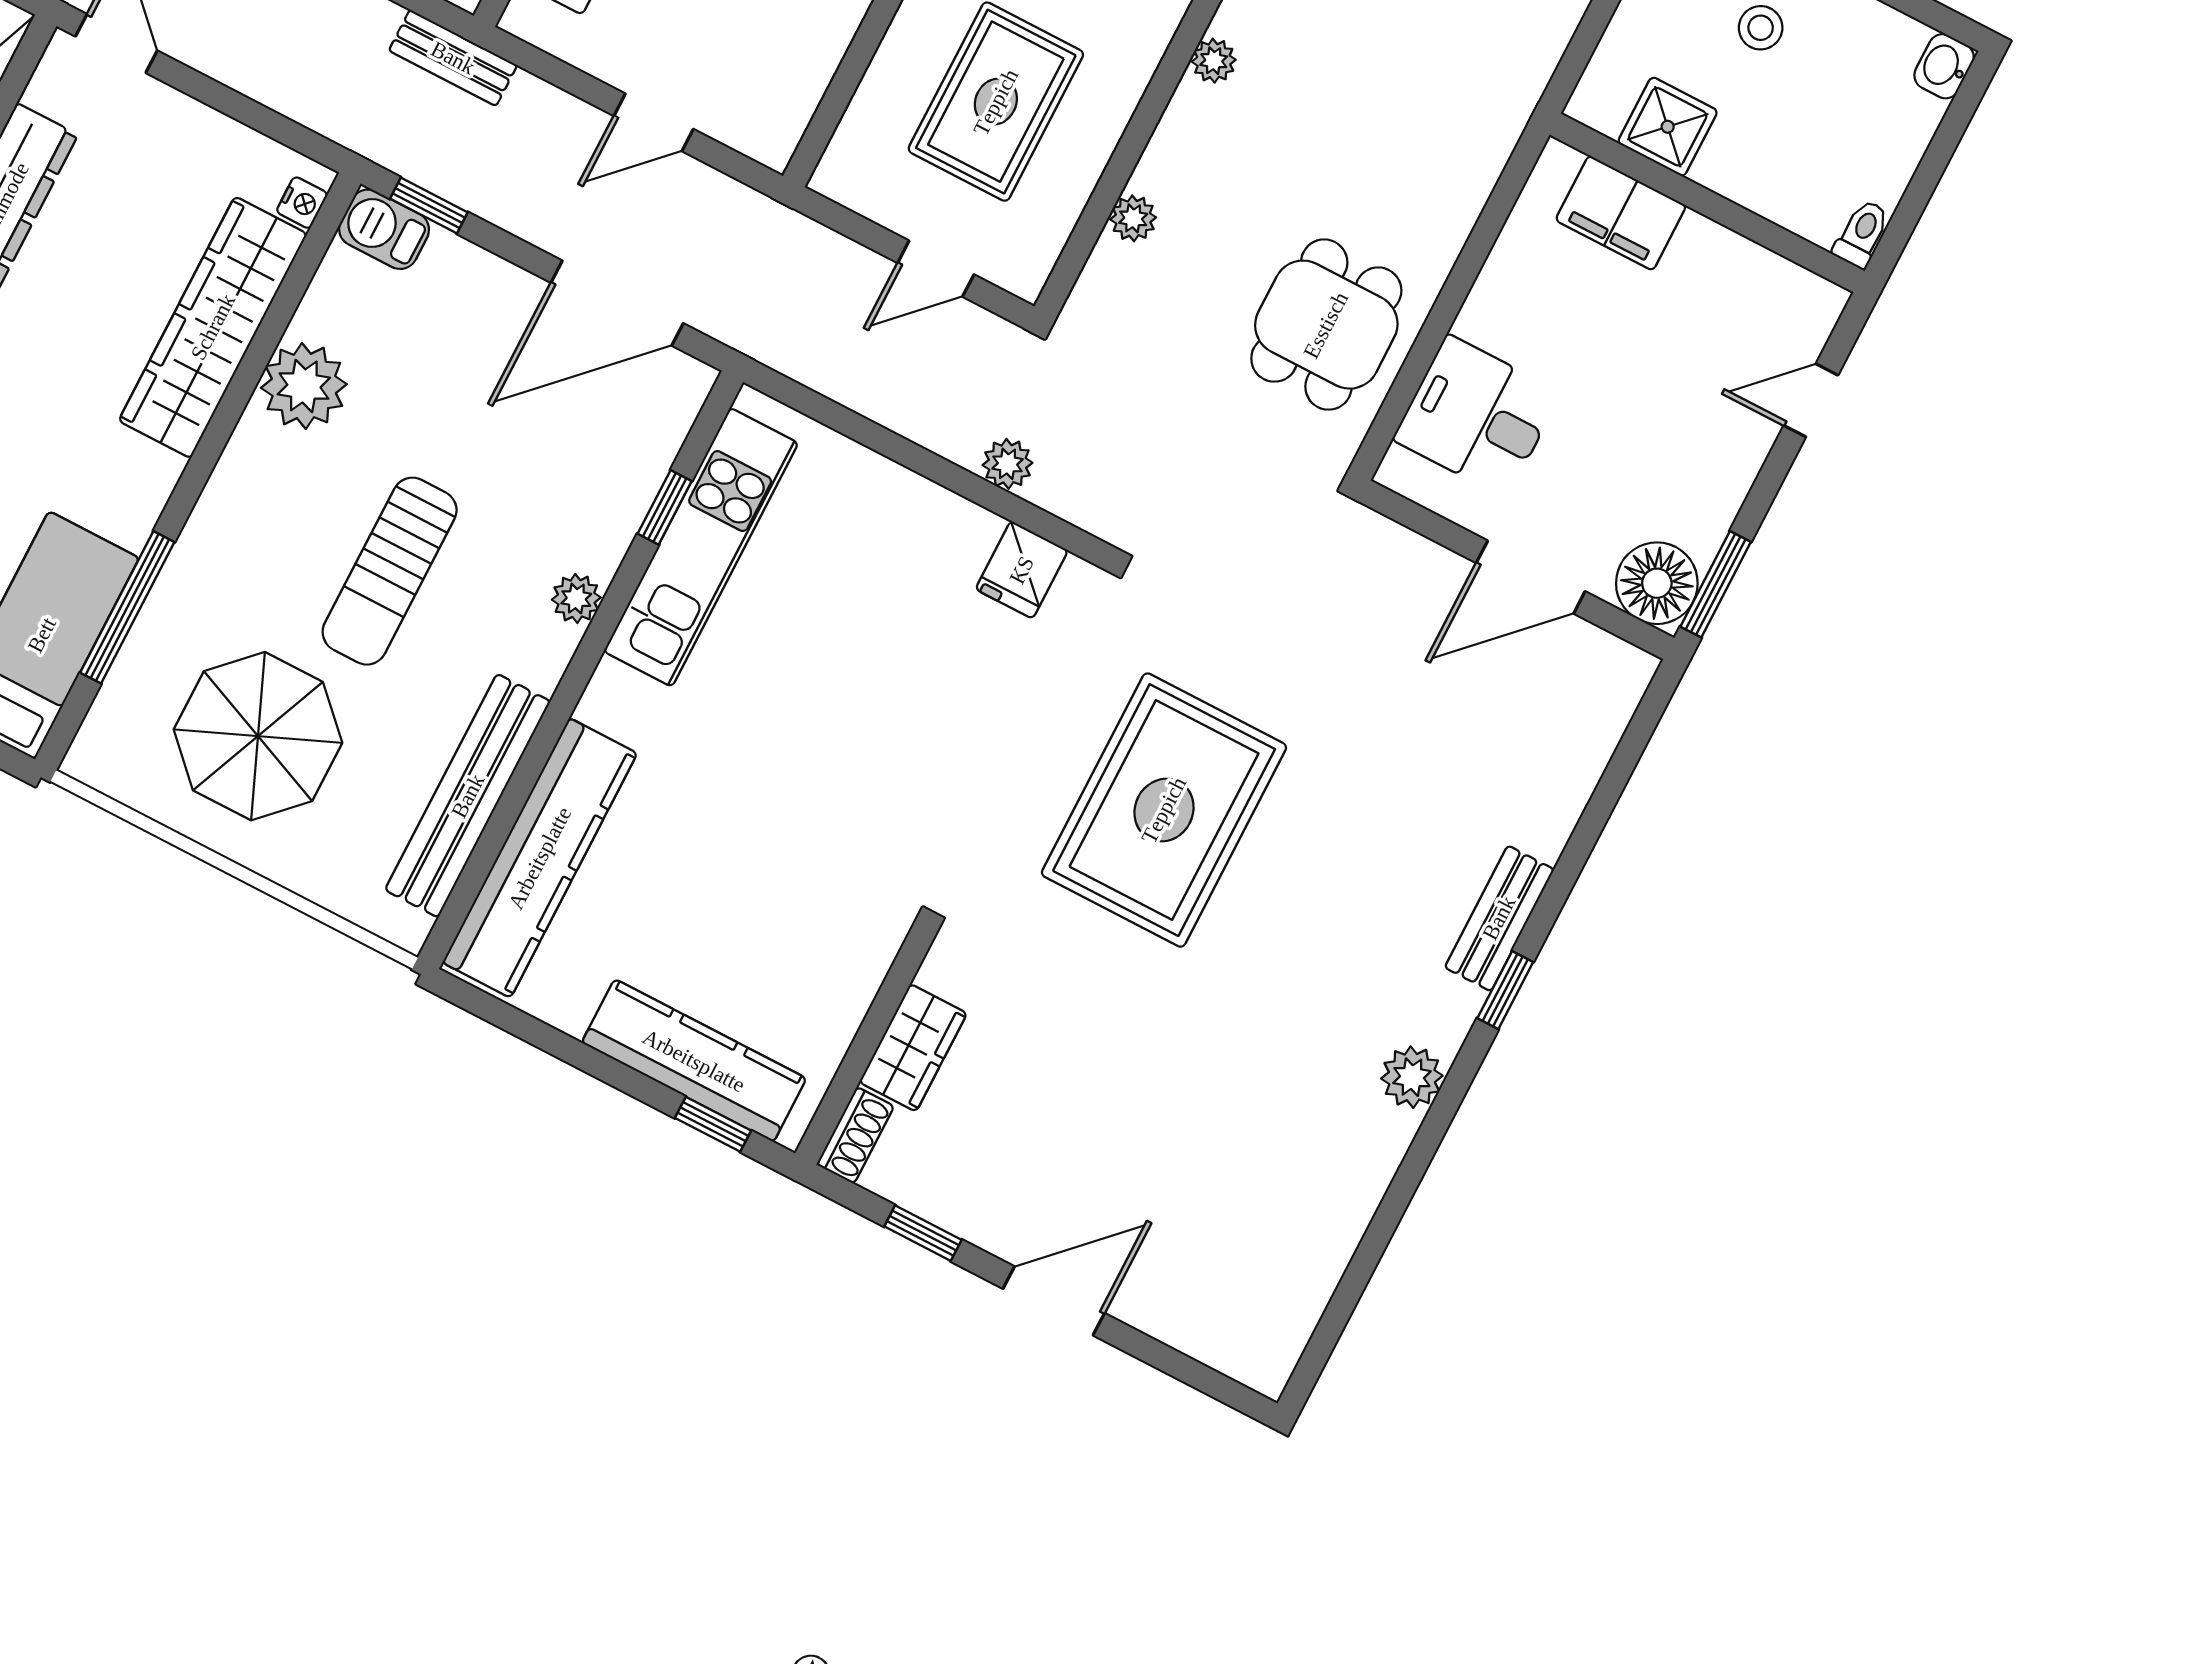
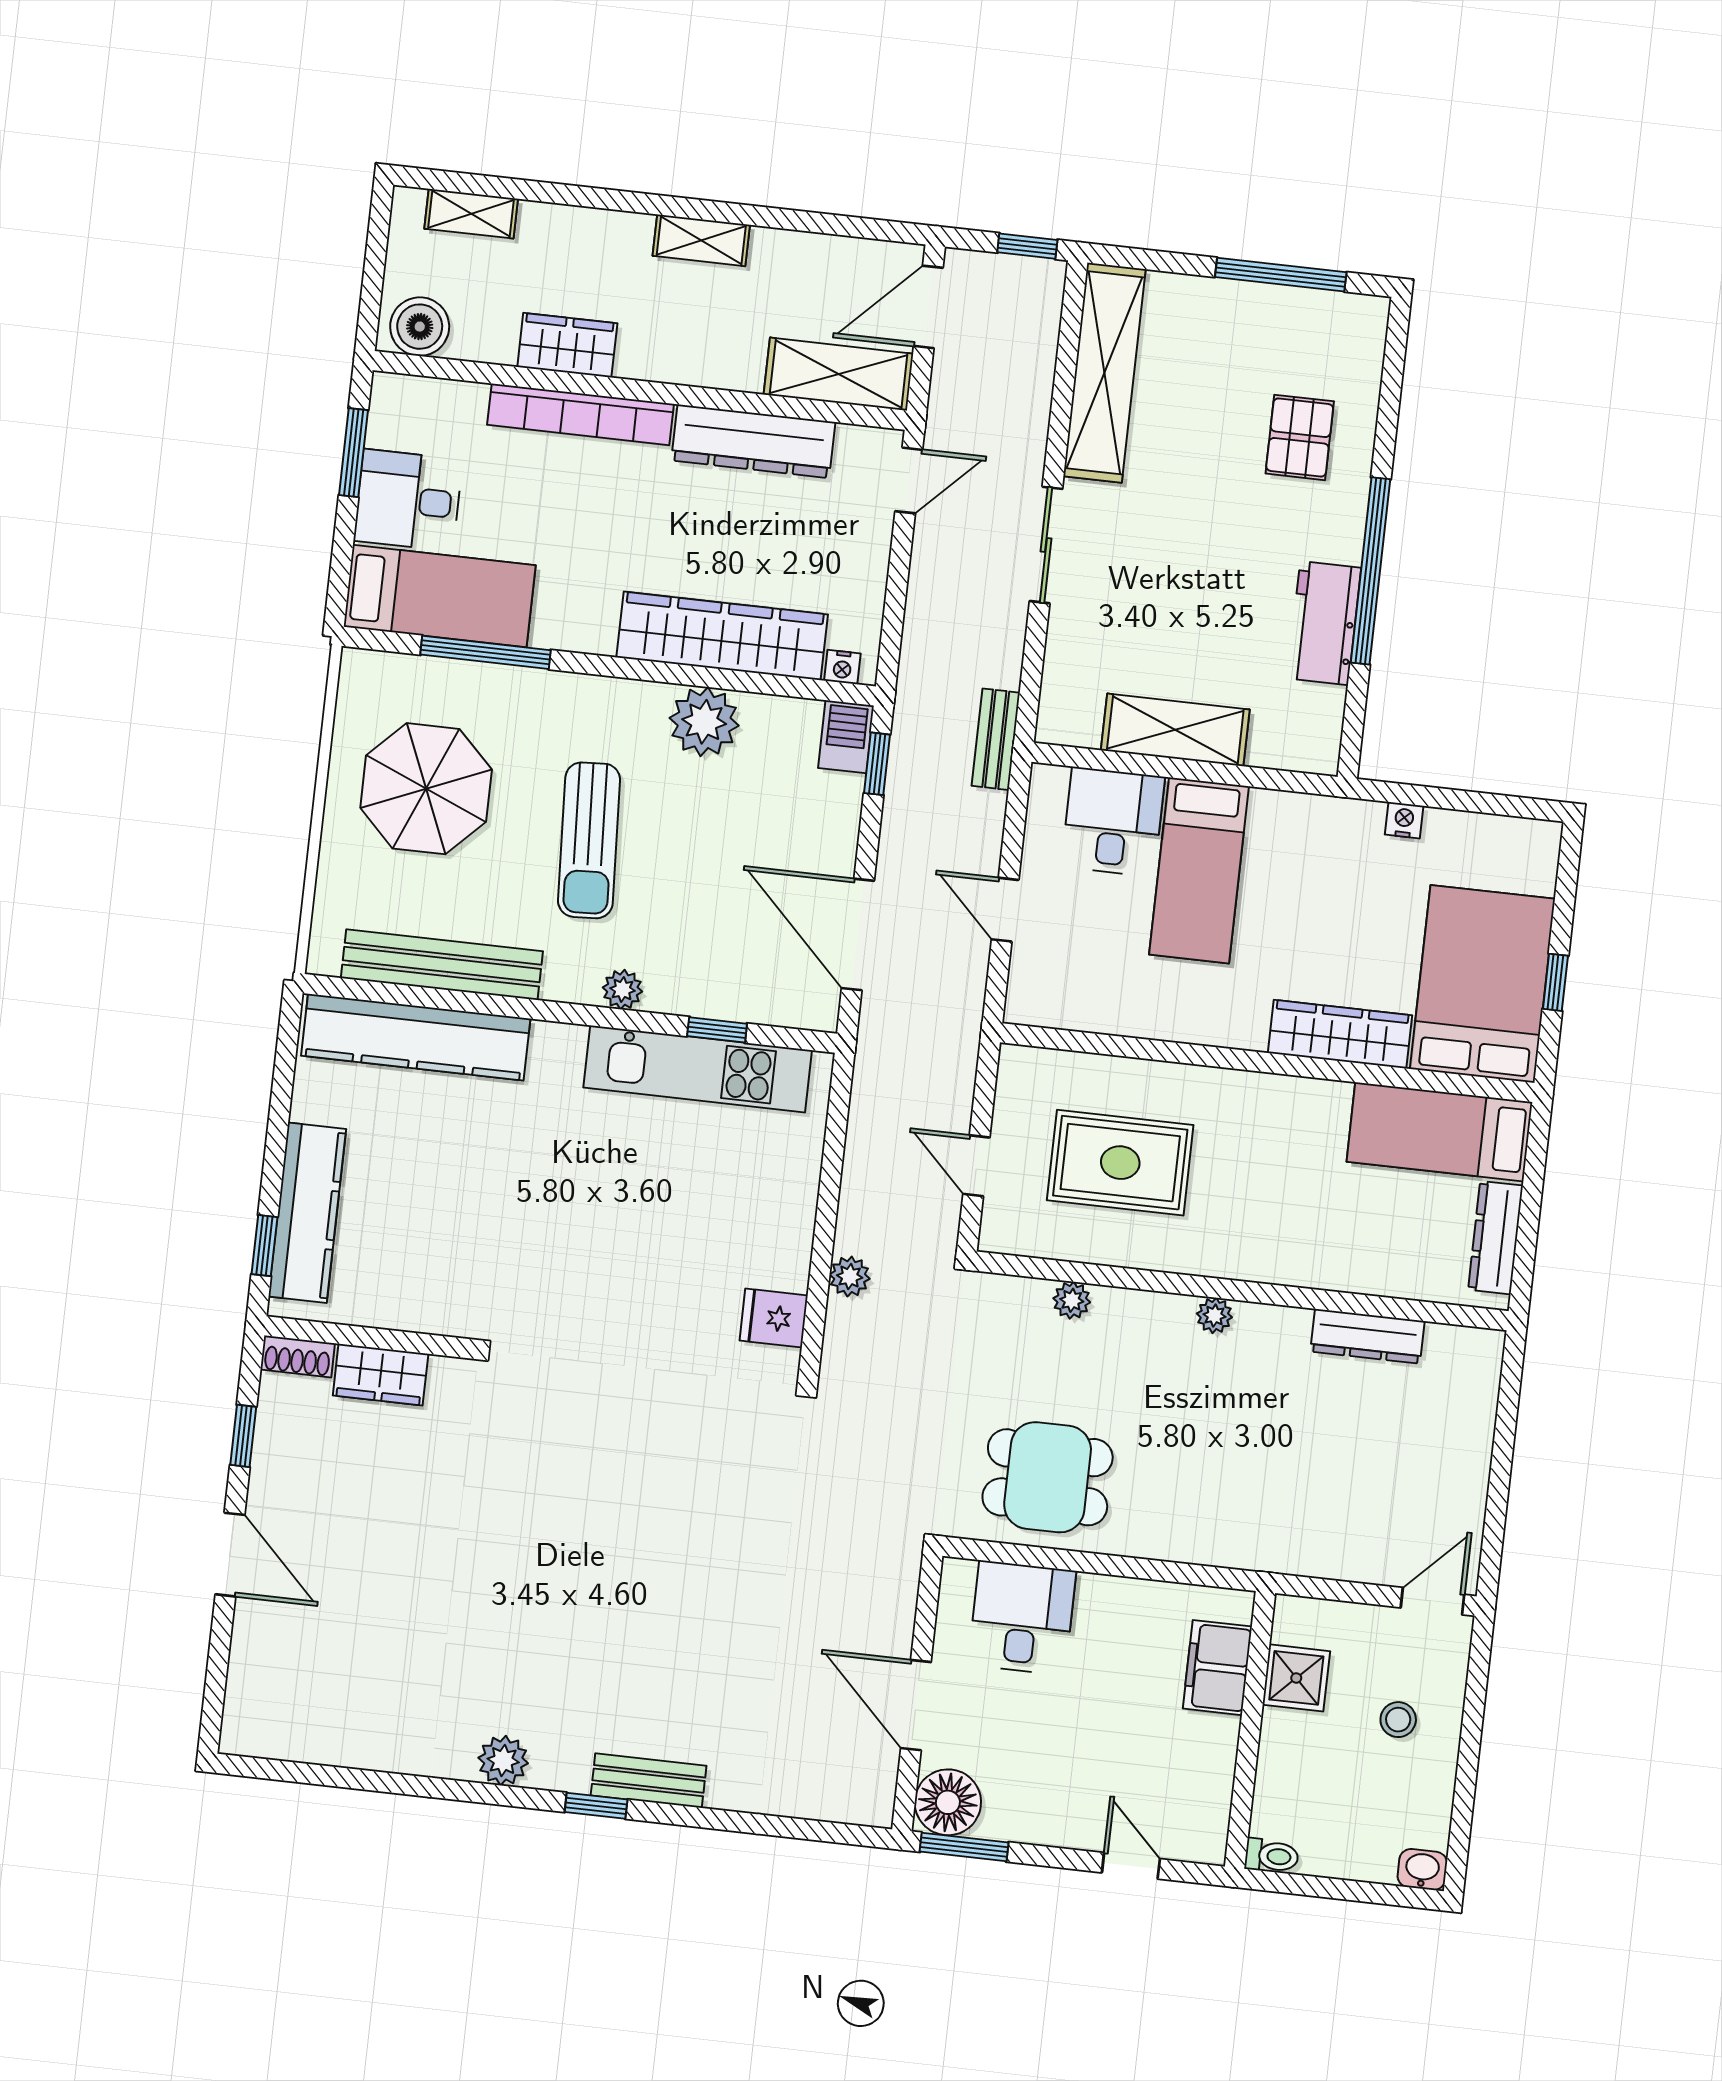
sun lounger: (390, 571) -> (589, 840), turned -93
rug: (1164, 810) -> (633, 1495), removed

